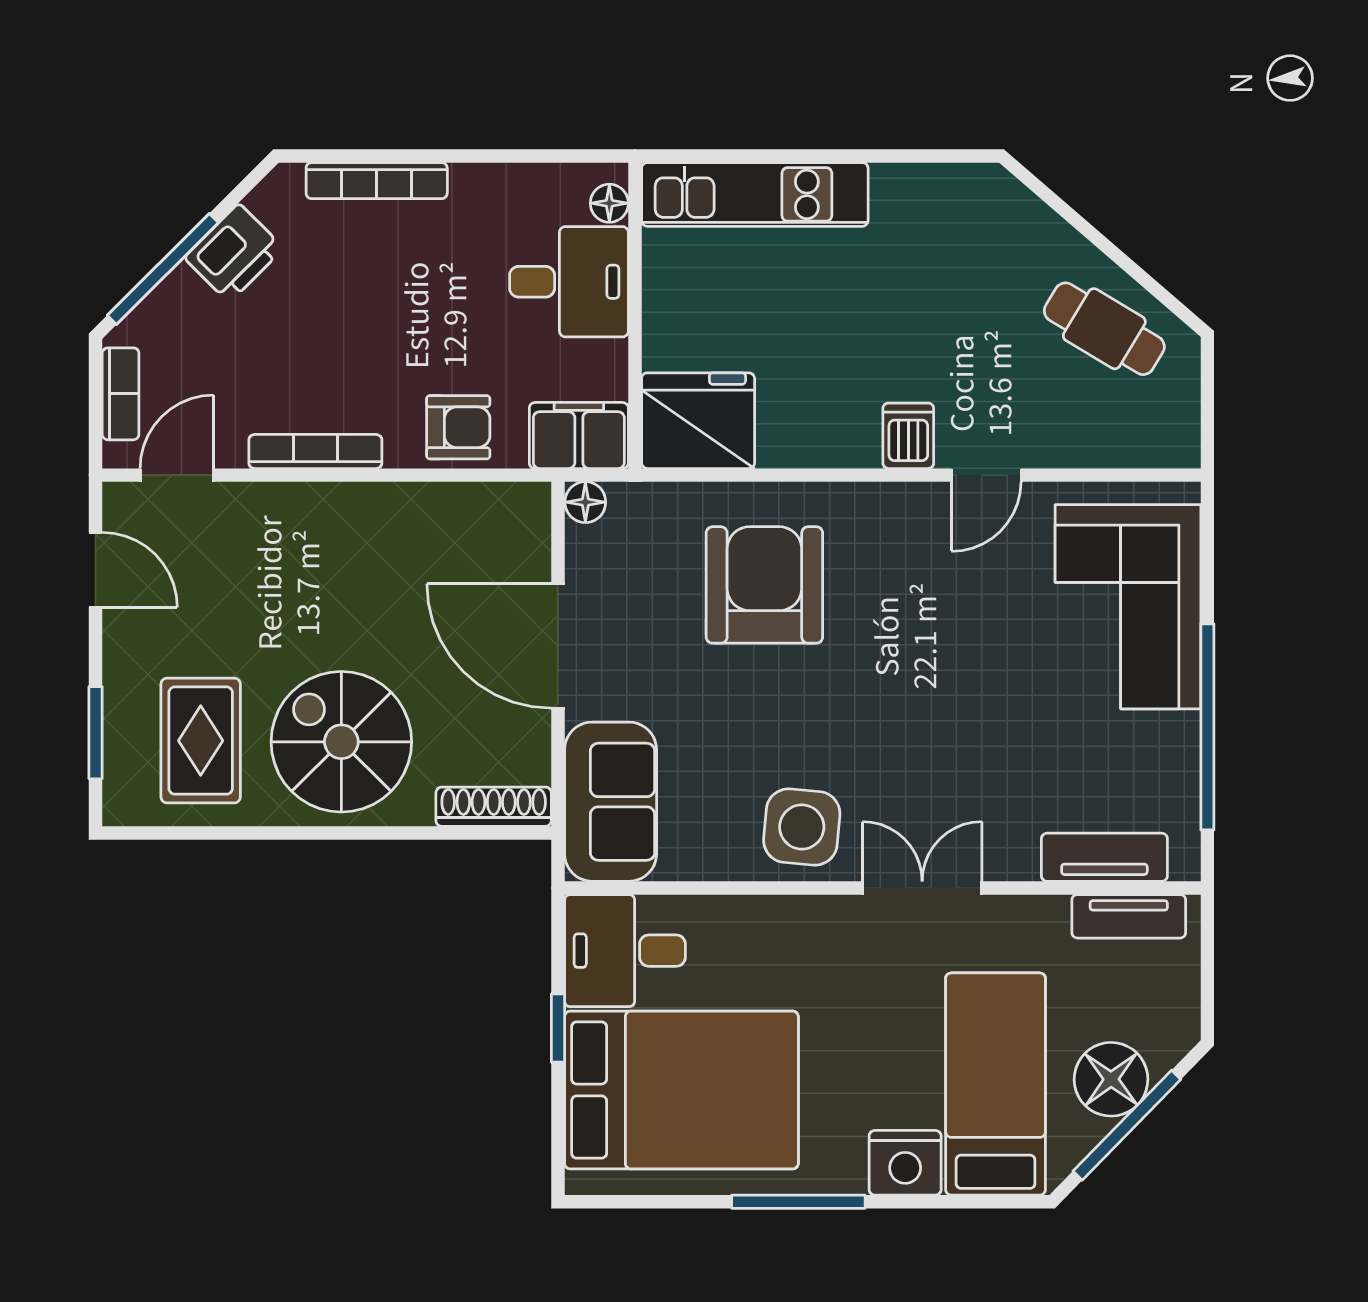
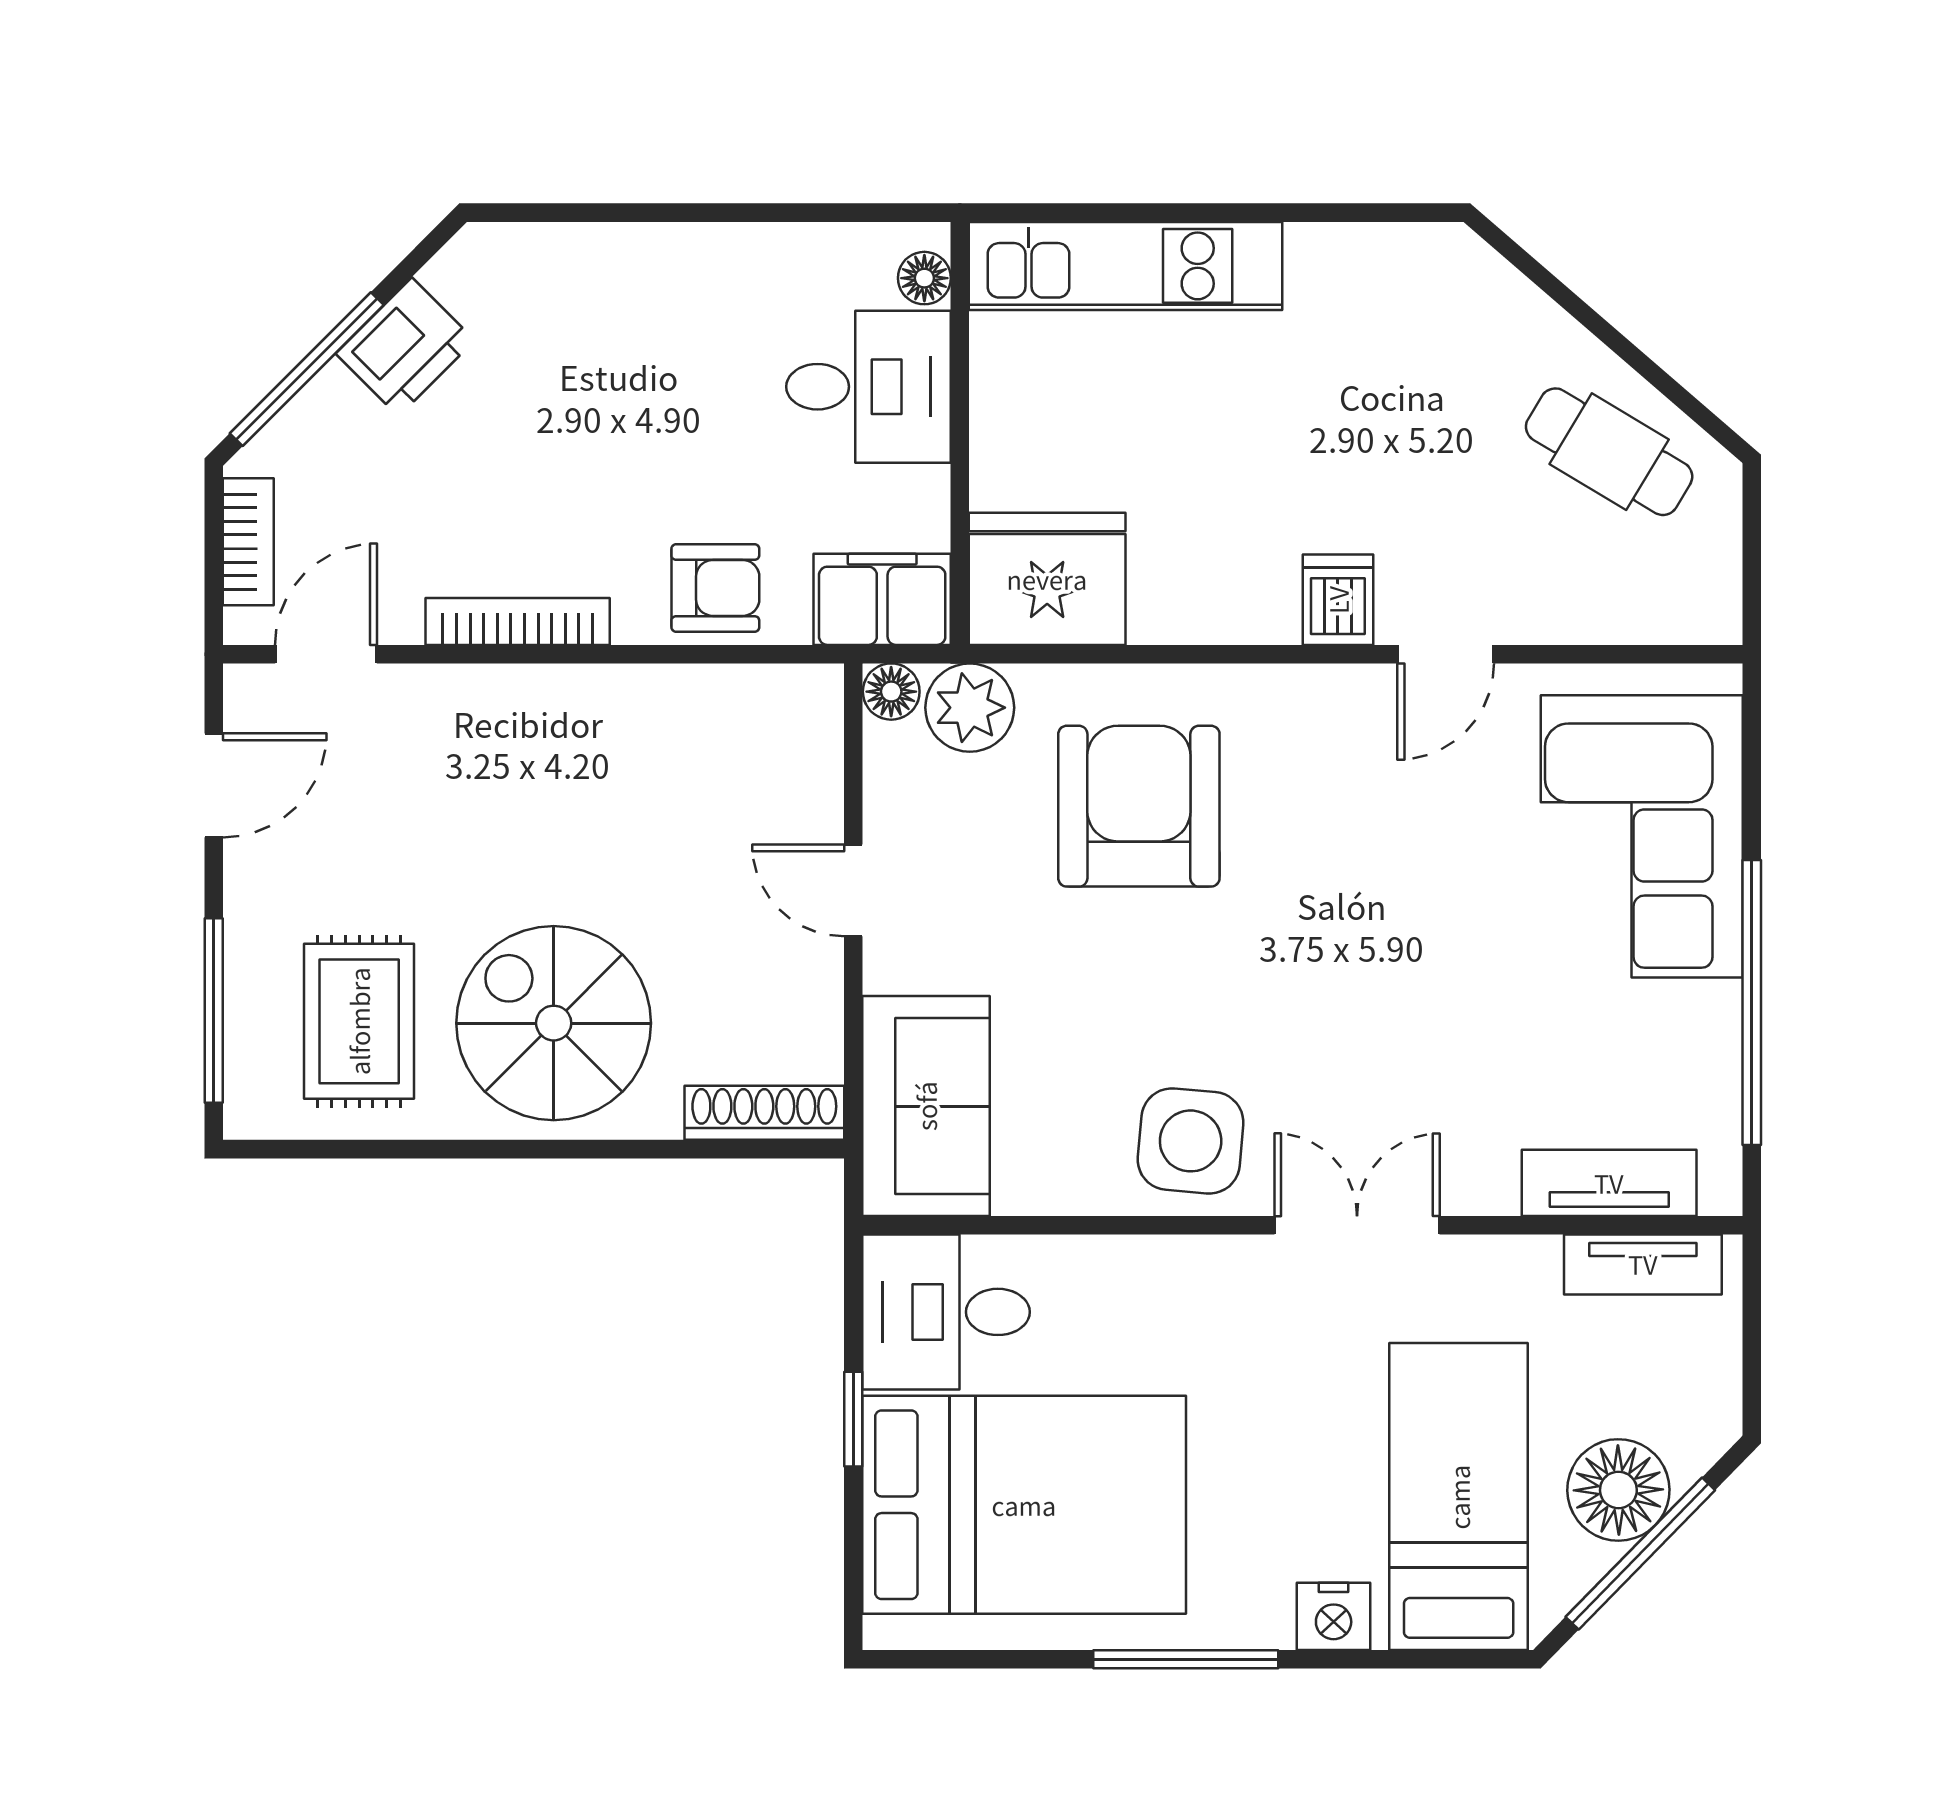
bookcase: (377, 181) -> (603, 247), removed
plant: (642, 514) -> (970, 708), added
door: (96, 570) -> (214, 785), hinge flipped
door: (558, 646) -> (853, 890), width x0.53
window: (96, 733) -> (214, 1011), width x1.44
nightstand: (905, 1163) -> (1334, 1616), width x0.74, depth x0.75

